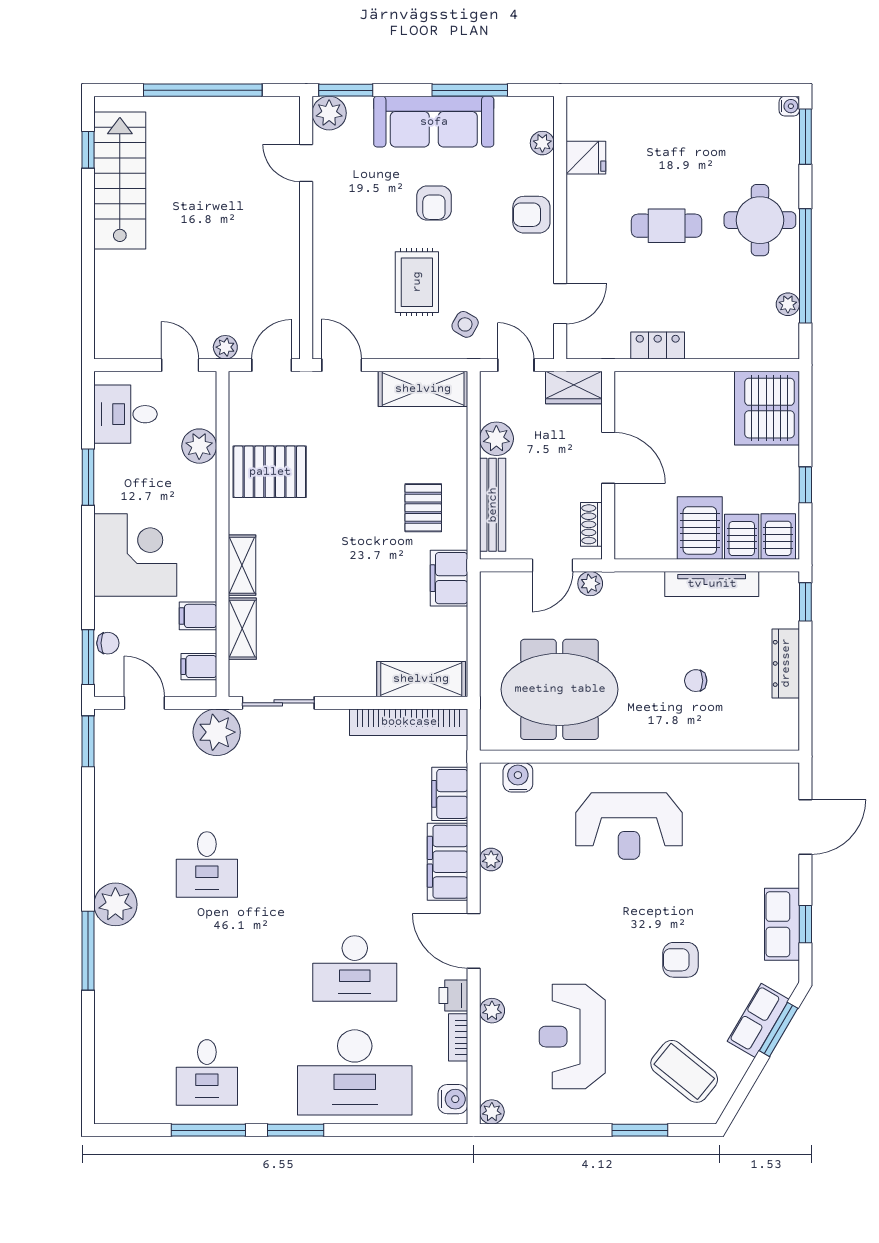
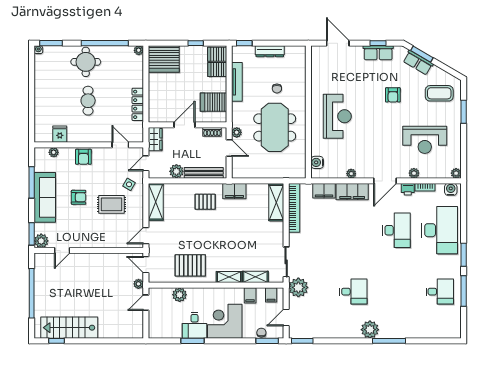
plant: (788, 304) -> (139, 50), moved
locker: (658, 346) -> (138, 104), width x1.53
desk: (126, 414) -> (194, 325), moved
pallet: (270, 472) -> (190, 265), turned 90
server rack: (700, 528) -> (214, 102), moved
meeting table: (560, 689) -> (275, 127), moved
coffee table: (684, 1071) -> (439, 93), turned 51

